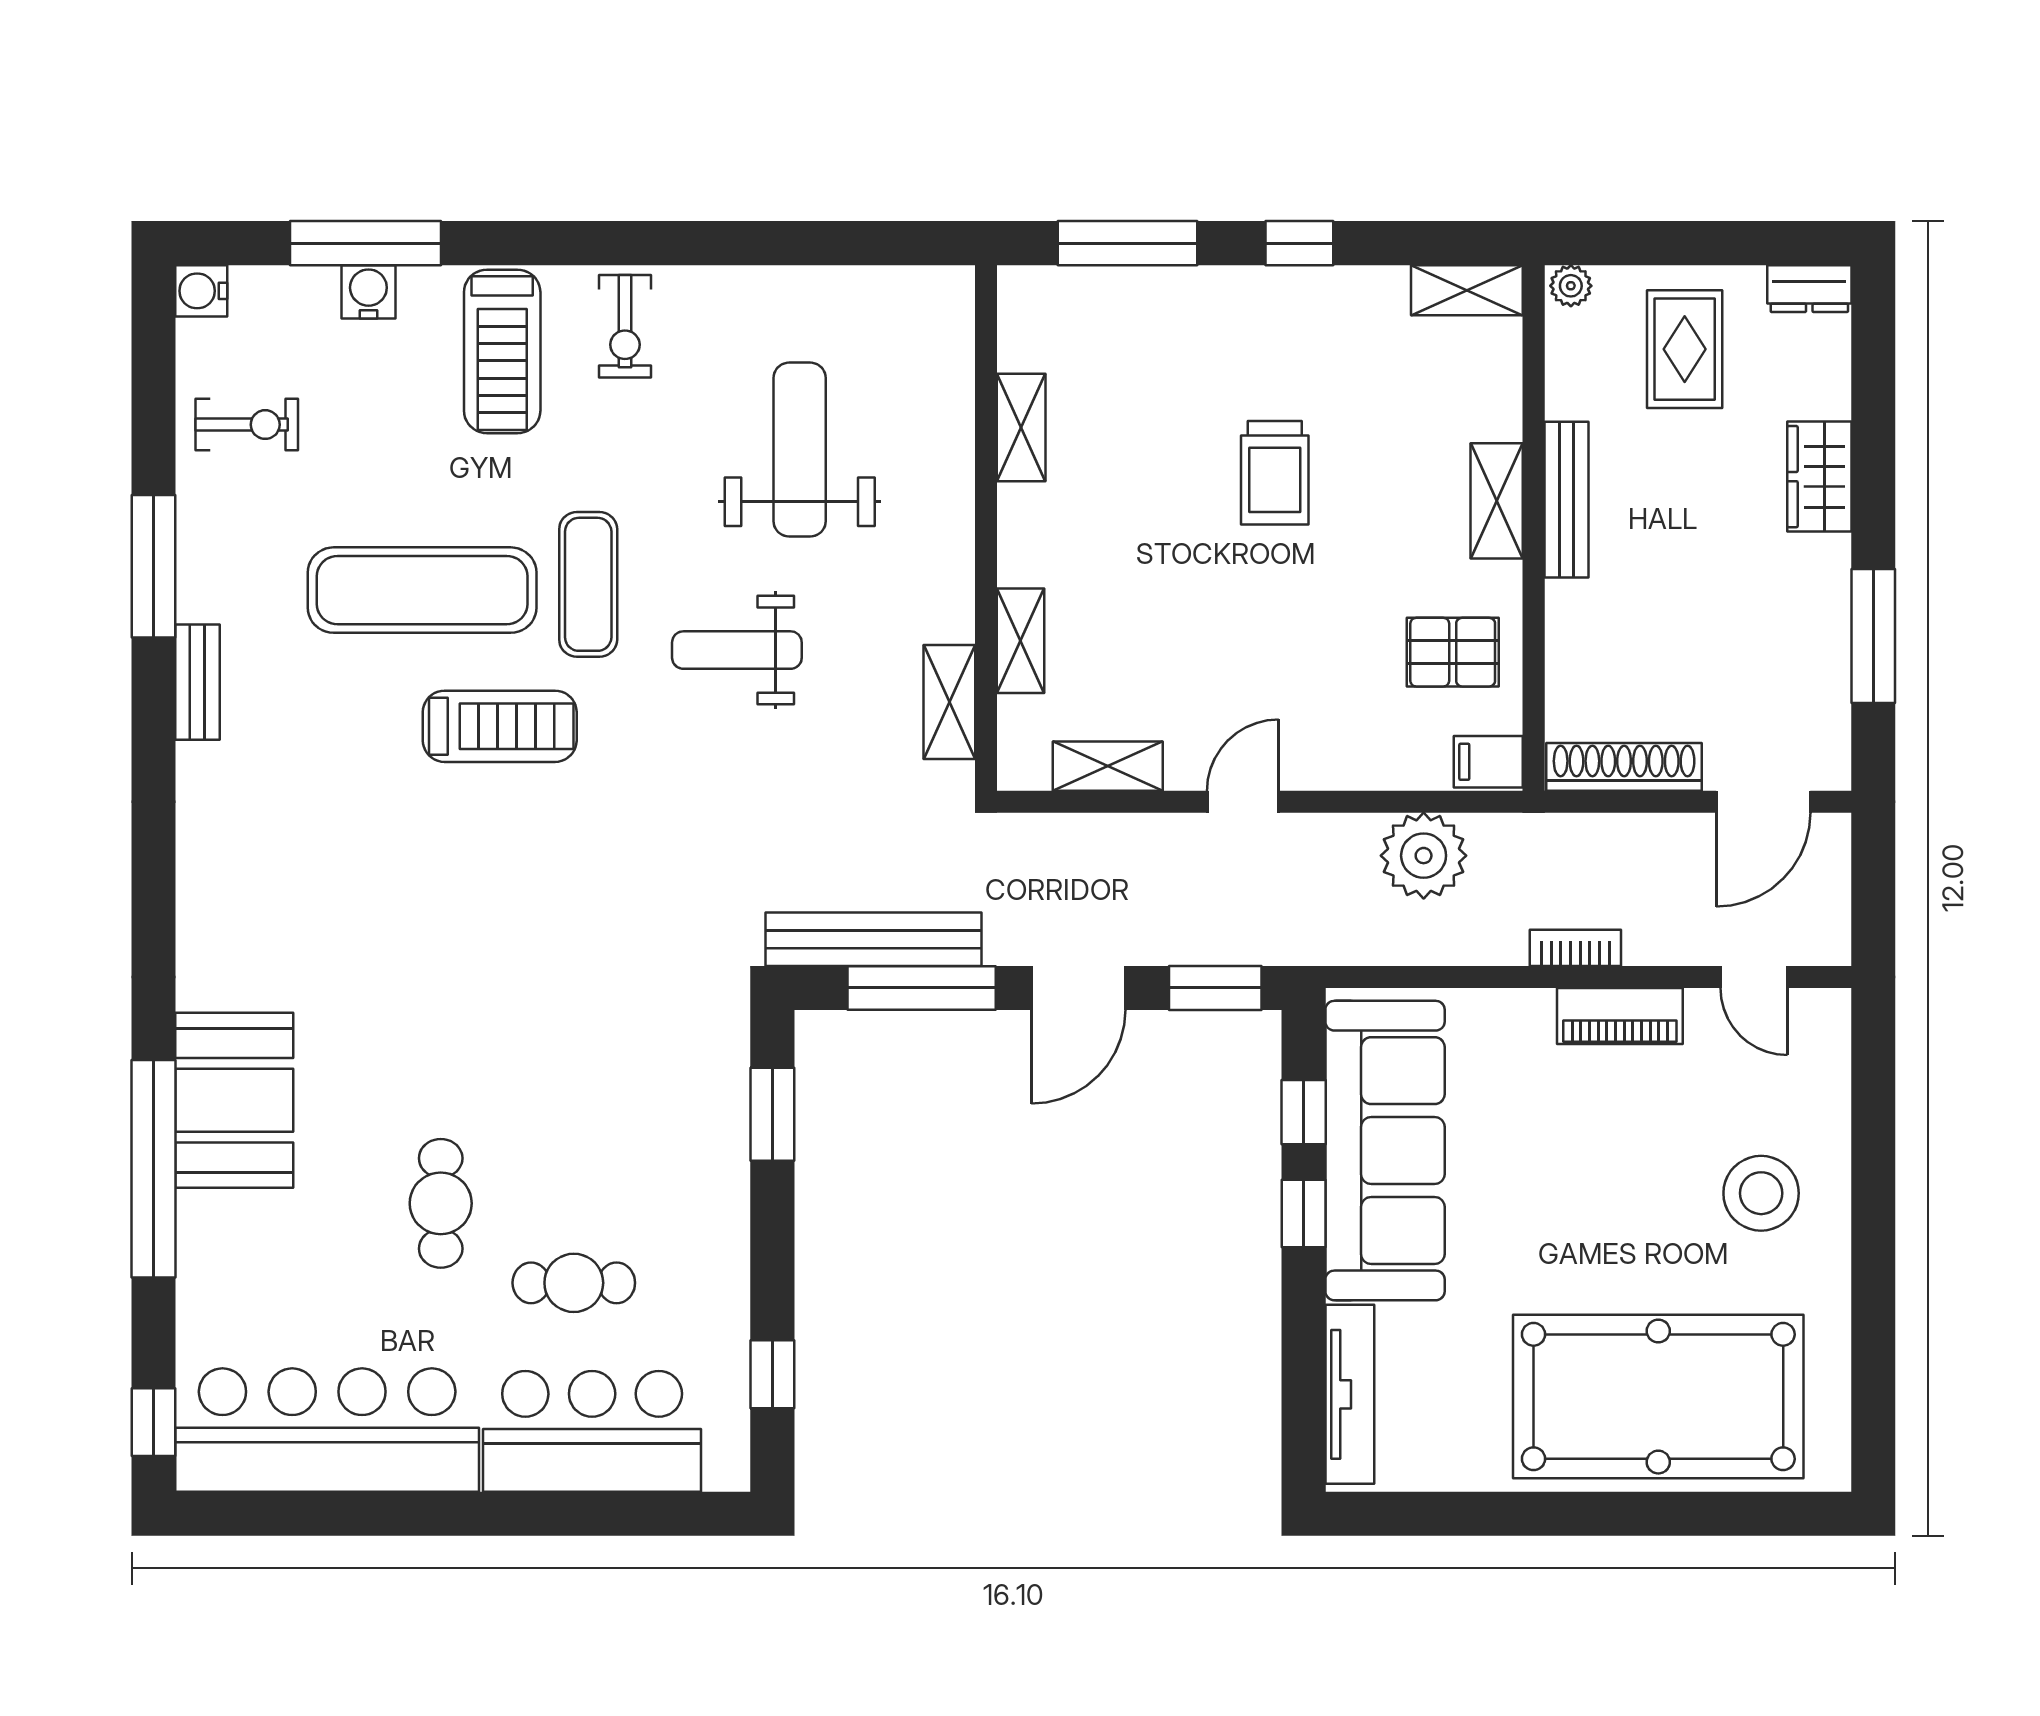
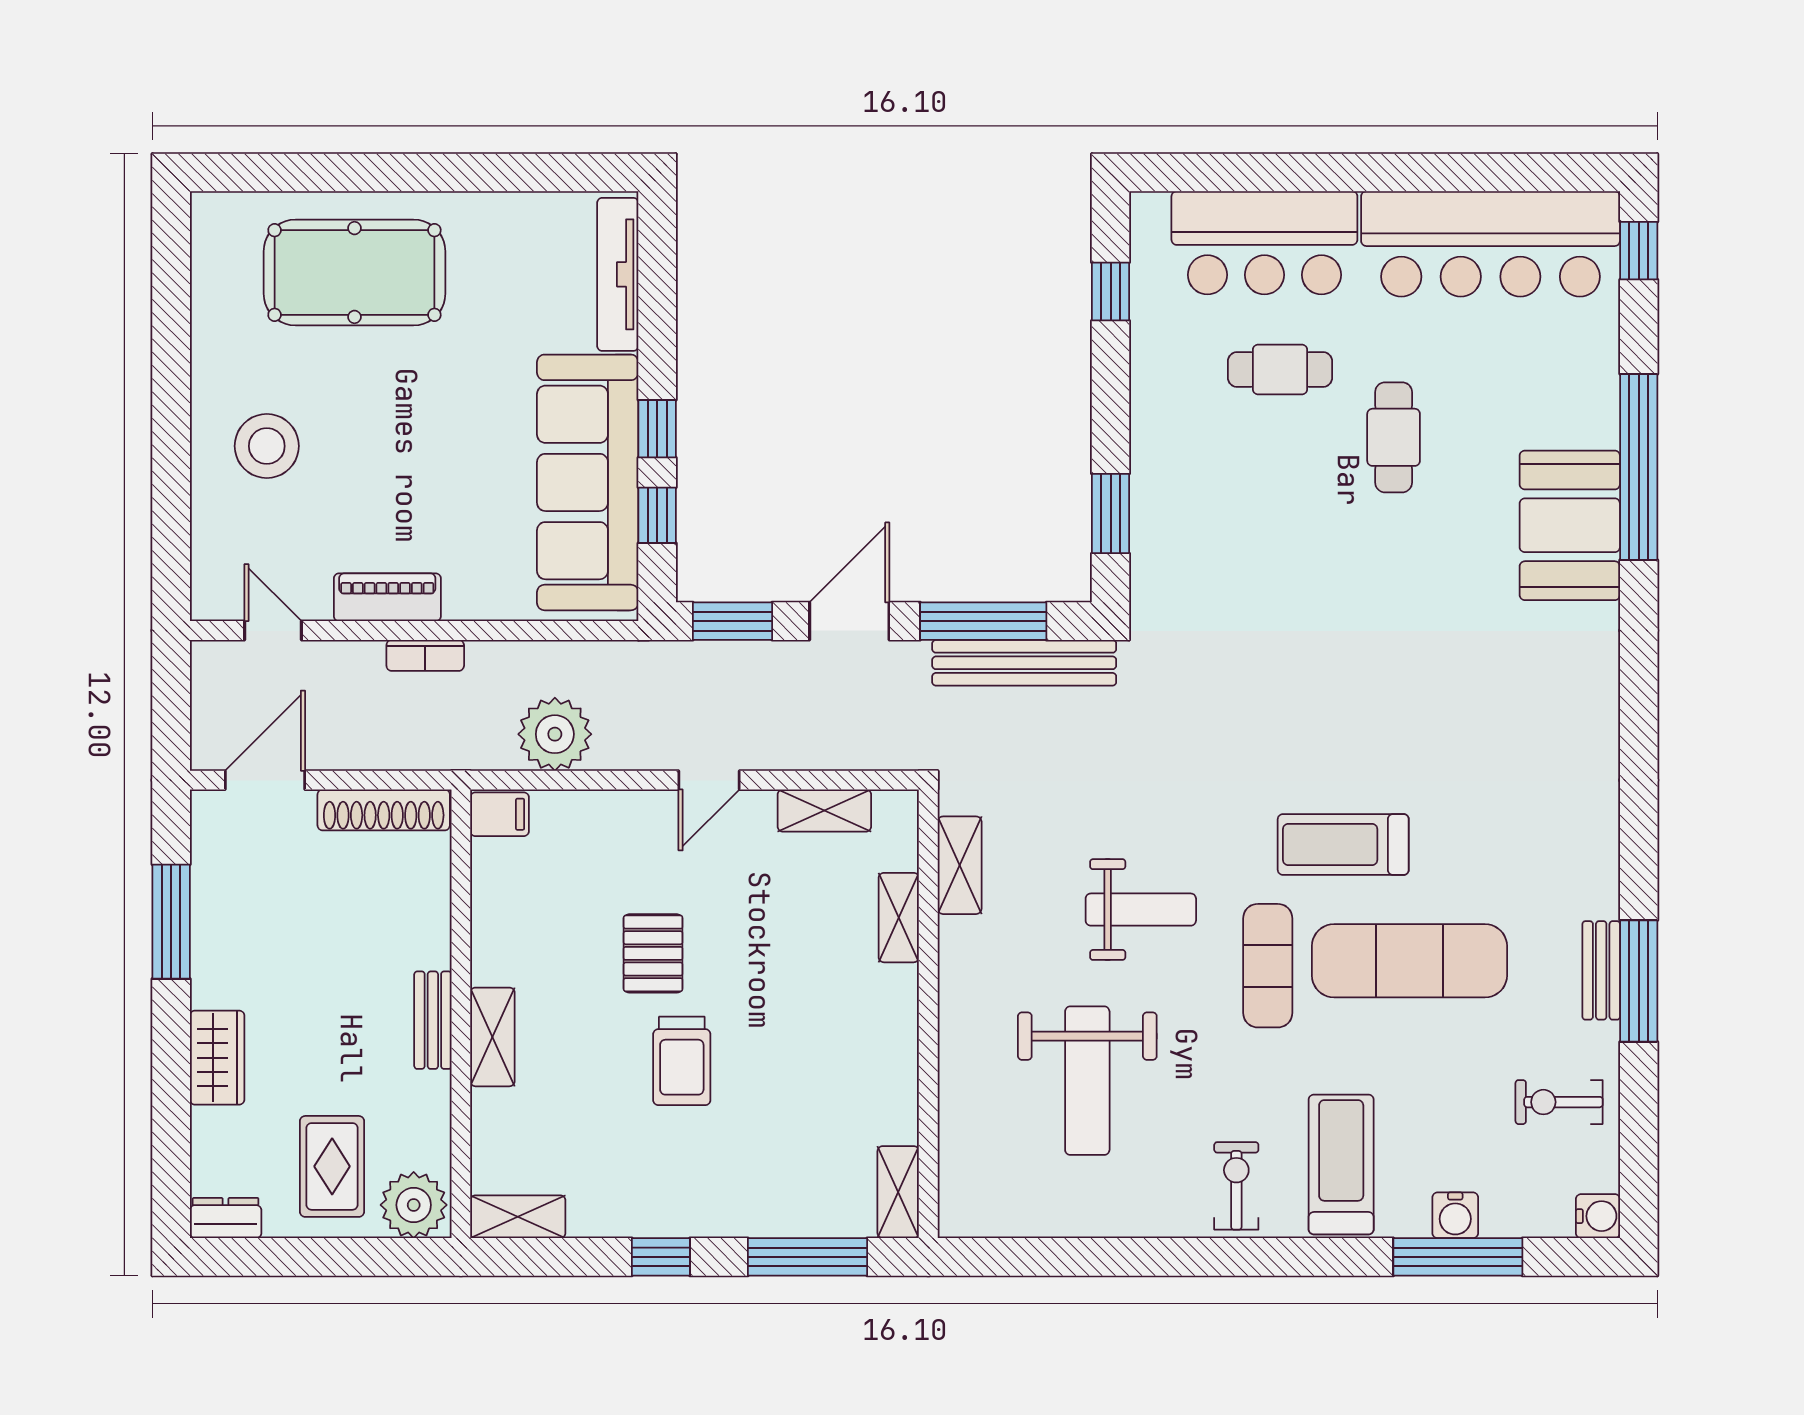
plant: (1571, 286) -> (414, 1205), width x1.87, depth x1.87
shelving: (1021, 428) -> (898, 1192), moved
trolley: (1275, 473) -> (682, 1061), turned 180
bench: (1566, 500) -> (433, 1020), width x0.73
pallet: (1453, 652) -> (653, 953), moved, turned 90
bench: (197, 682) -> (1601, 970), moved
pool table: (1658, 1397) -> (354, 273), width x0.73, depth x0.76

